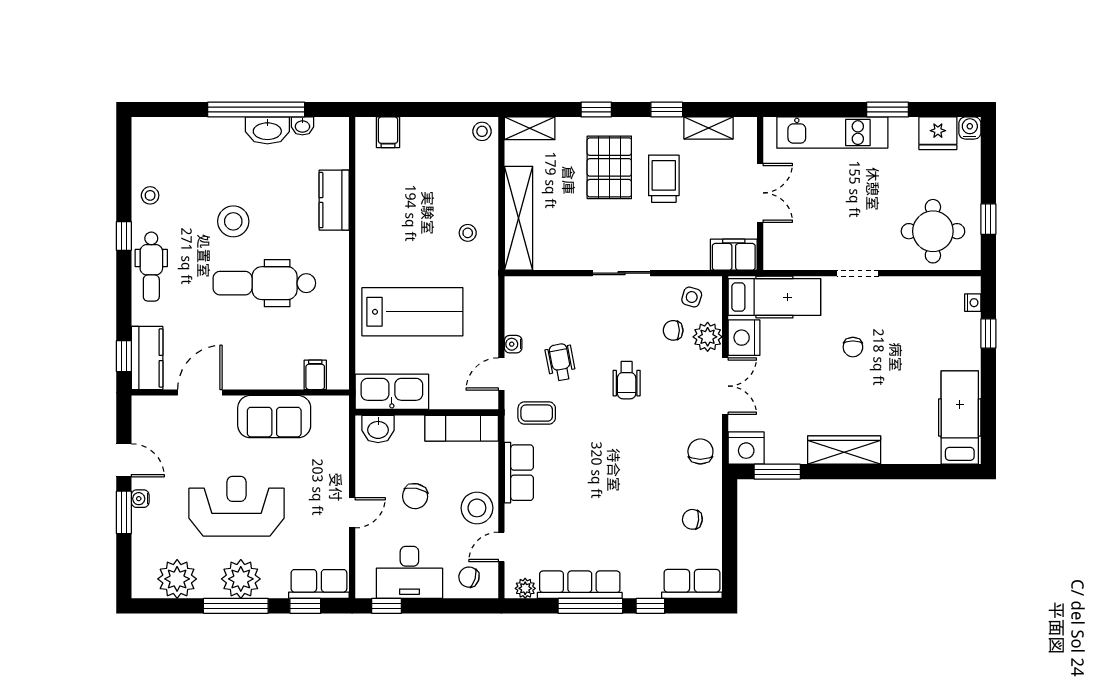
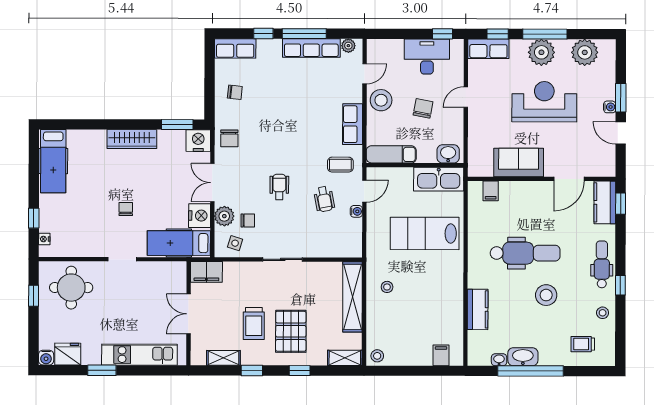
trolley: (179, 149) -> (583, 344), added
reception desk: (236, 506) -> (544, 102), turned 180
chair: (469, 577) -> (387, 53), removed

